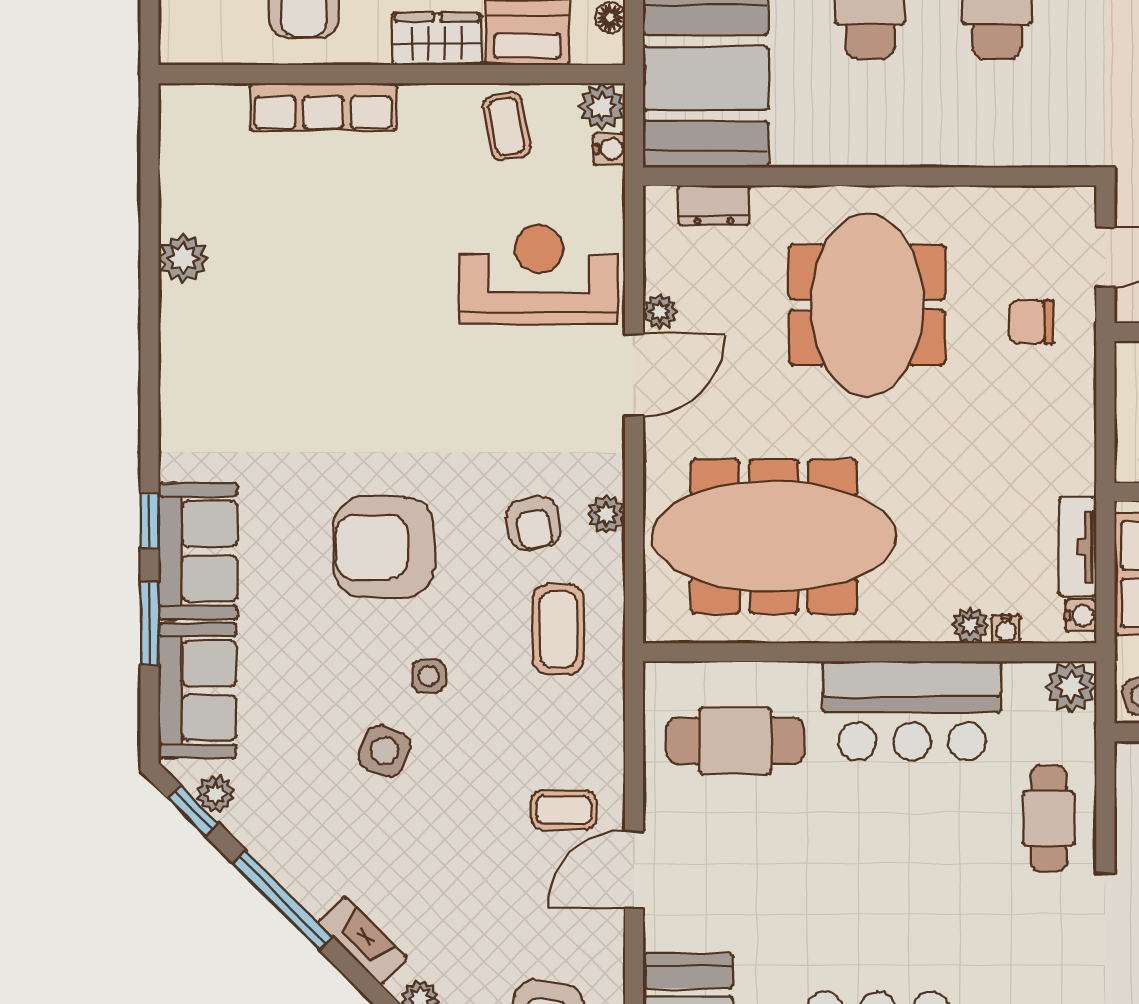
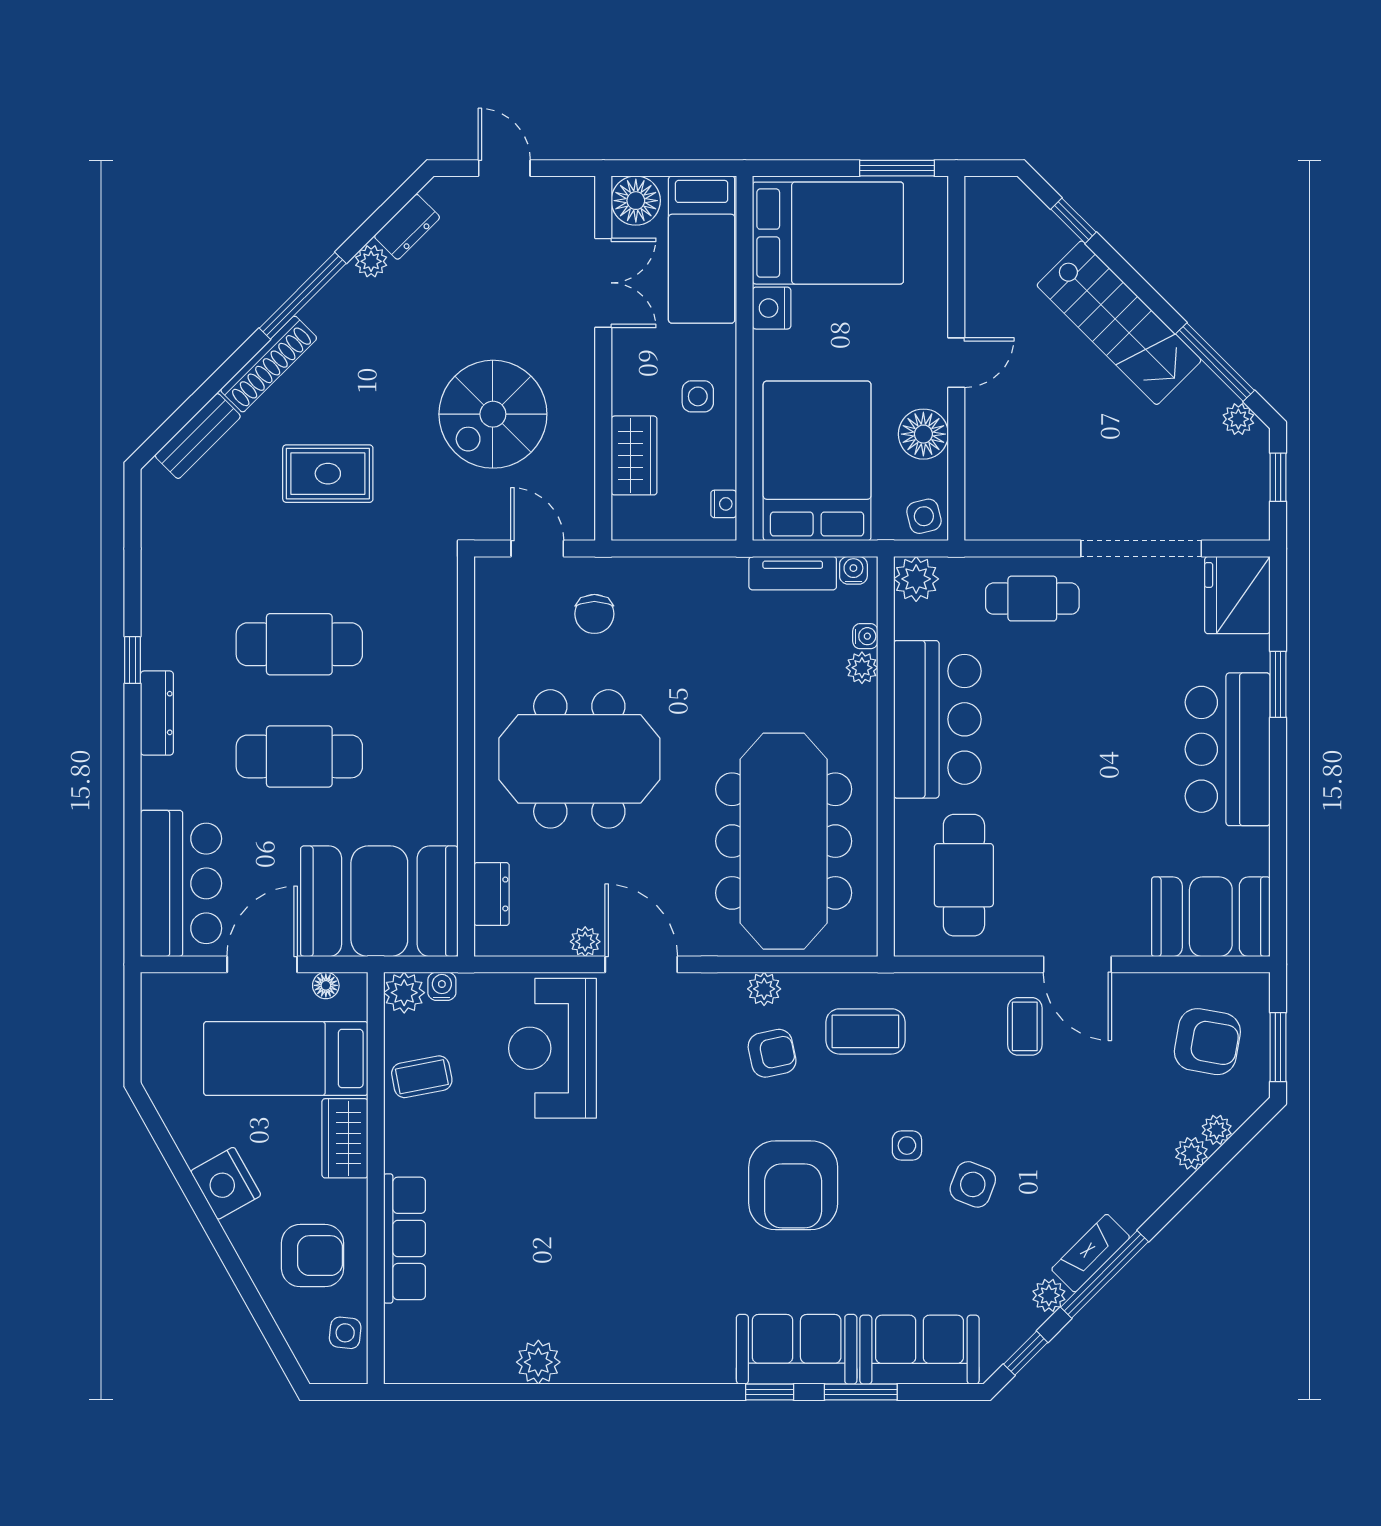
side table: (216, 39) -> (345, 1333), added
plant: (216, 794) -> (1049, 1295), moved
fireplace: (362, 940) -> (1091, 1253), moved

